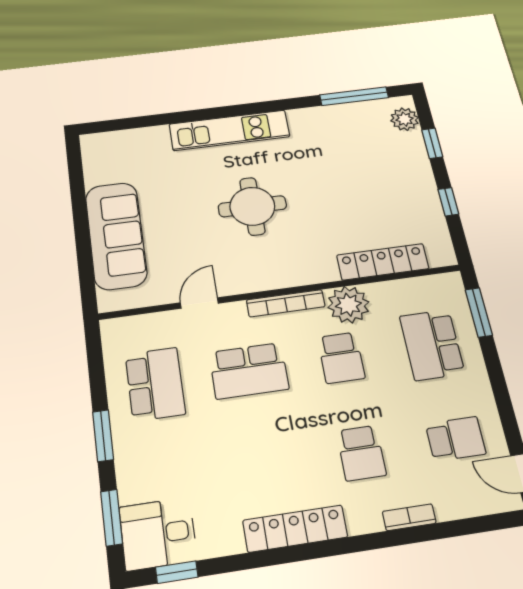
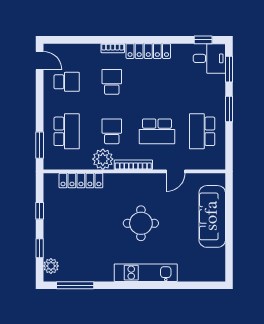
school desk: (249, 371) -> (157, 131), turned 180
school desk: (456, 439) -> (67, 82), turned 180
bookcase: (409, 517) -> (113, 48), moved

